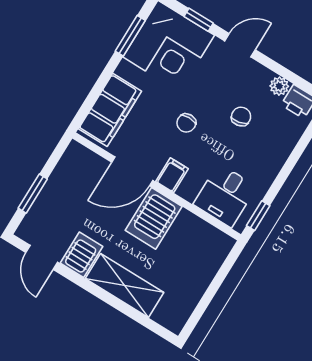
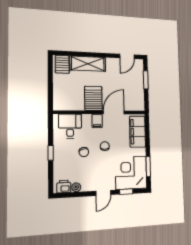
chair: (241, 117) -> (84, 152), moved
window: (258, 216) -> (51, 153), moved
server rack: (81, 255) -> (62, 64), moved
door: (42, 257) -> (127, 56), swing flipped

